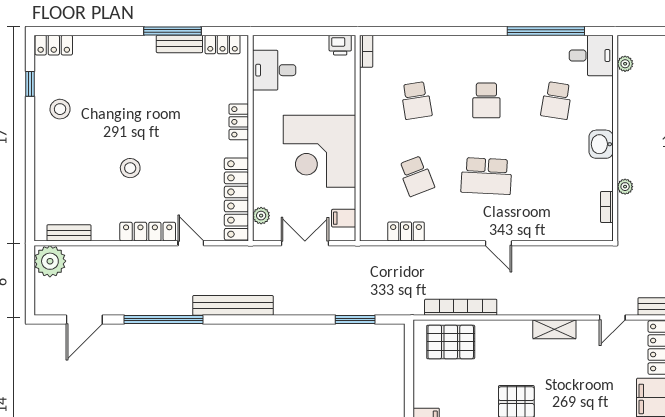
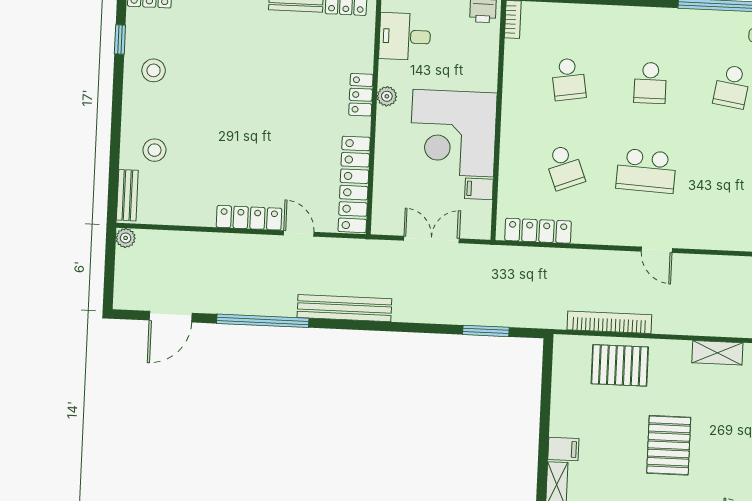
stool: (130, 168) -> (154, 150), moved
plant: (261, 216) -> (387, 96), moved
filing cabinet: (344, 218) -> (479, 189), moved
locker: (406, 232) -> (538, 231), width x1.53
bench: (69, 233) -> (127, 195), moved, turned 90
plant: (50, 261) -> (126, 238), width x0.53, depth x0.53
pallet: (451, 342) -> (620, 365), moved

